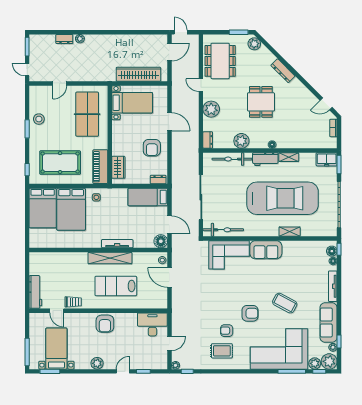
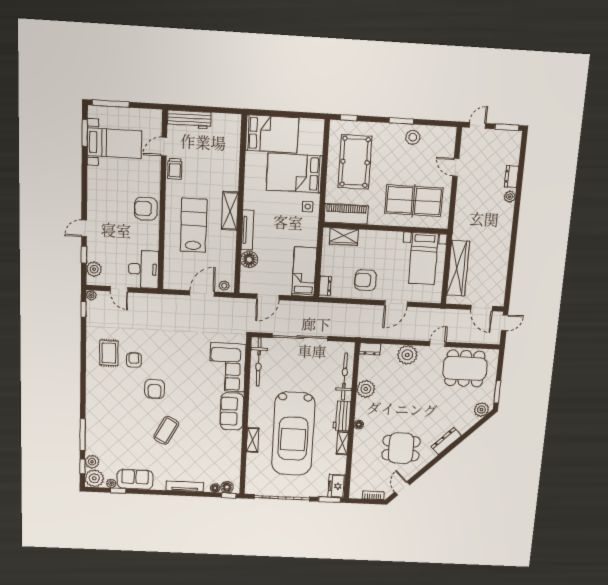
dining table: (261, 102) -> (401, 448), moved
bed: (43, 208) -> (272, 134), moved, turned 180
floor lamp: (161, 241) -> (249, 259), moved
shelving: (110, 258) -> (230, 211), width x0.68
sofa: (329, 322) -> (135, 479), width x0.73
corner sofa: (279, 349) -> (110, 421), removed
plant: (97, 363) -> (94, 269), moved
door: (123, 371) -> (84, 228), swing flipped

